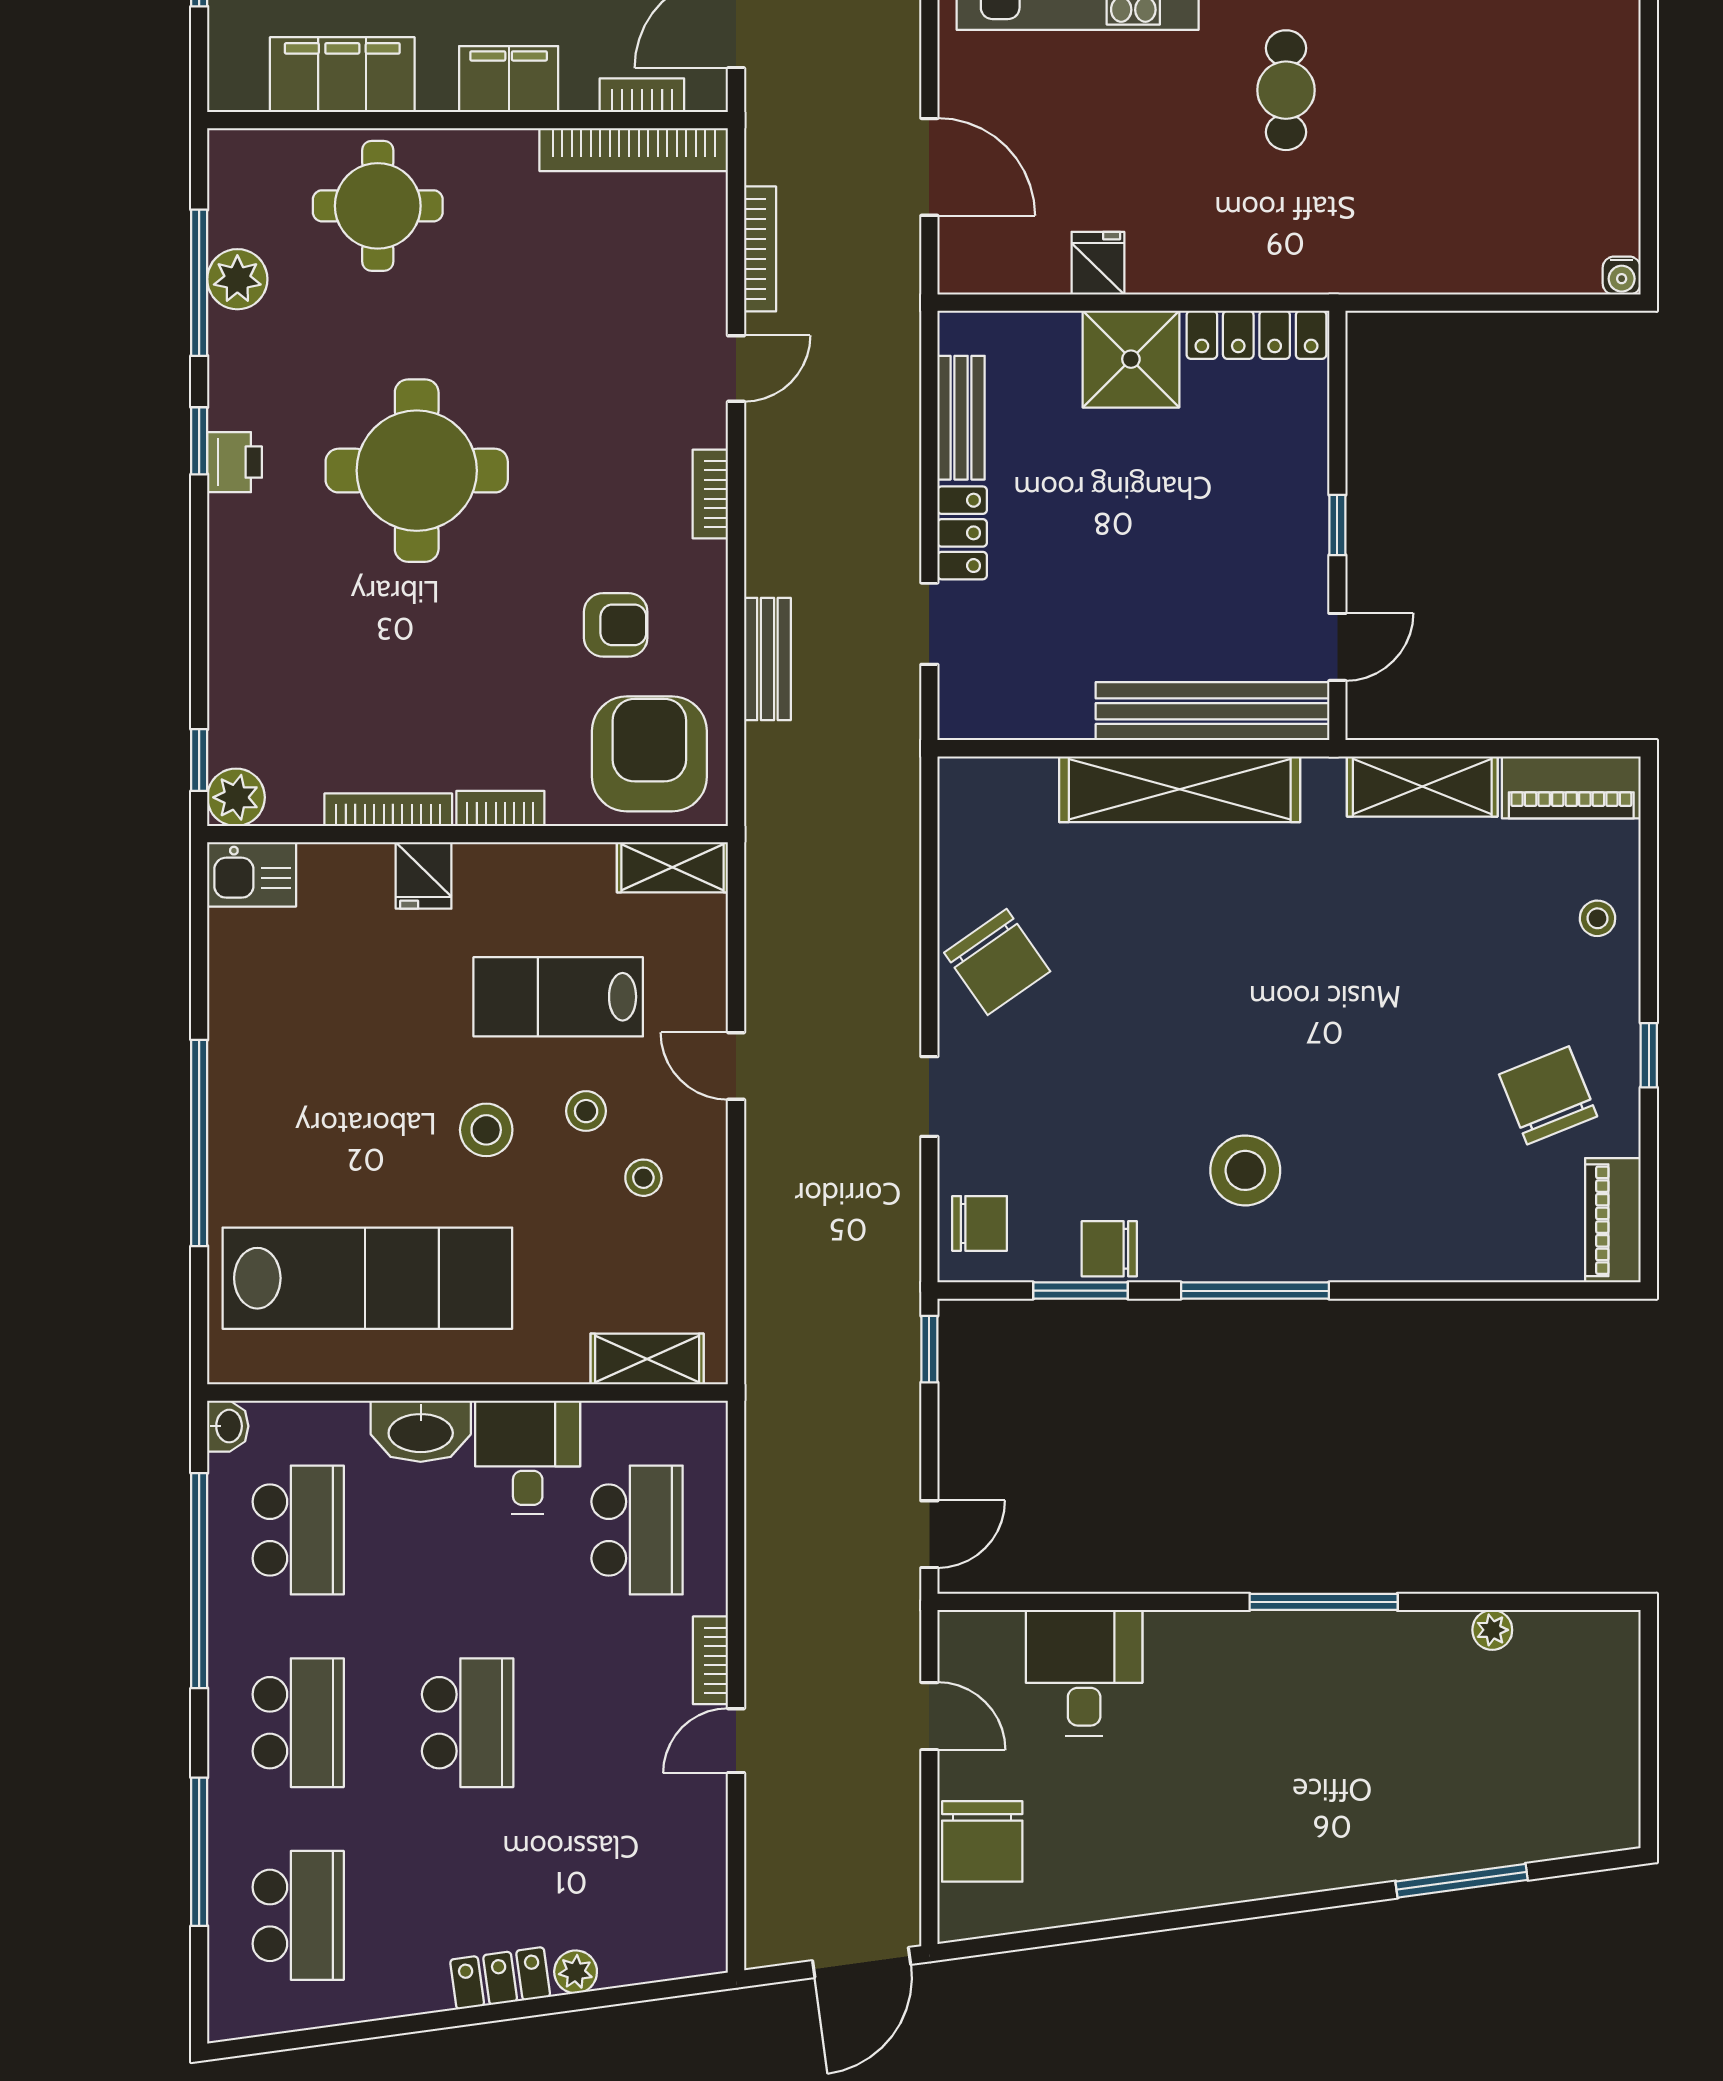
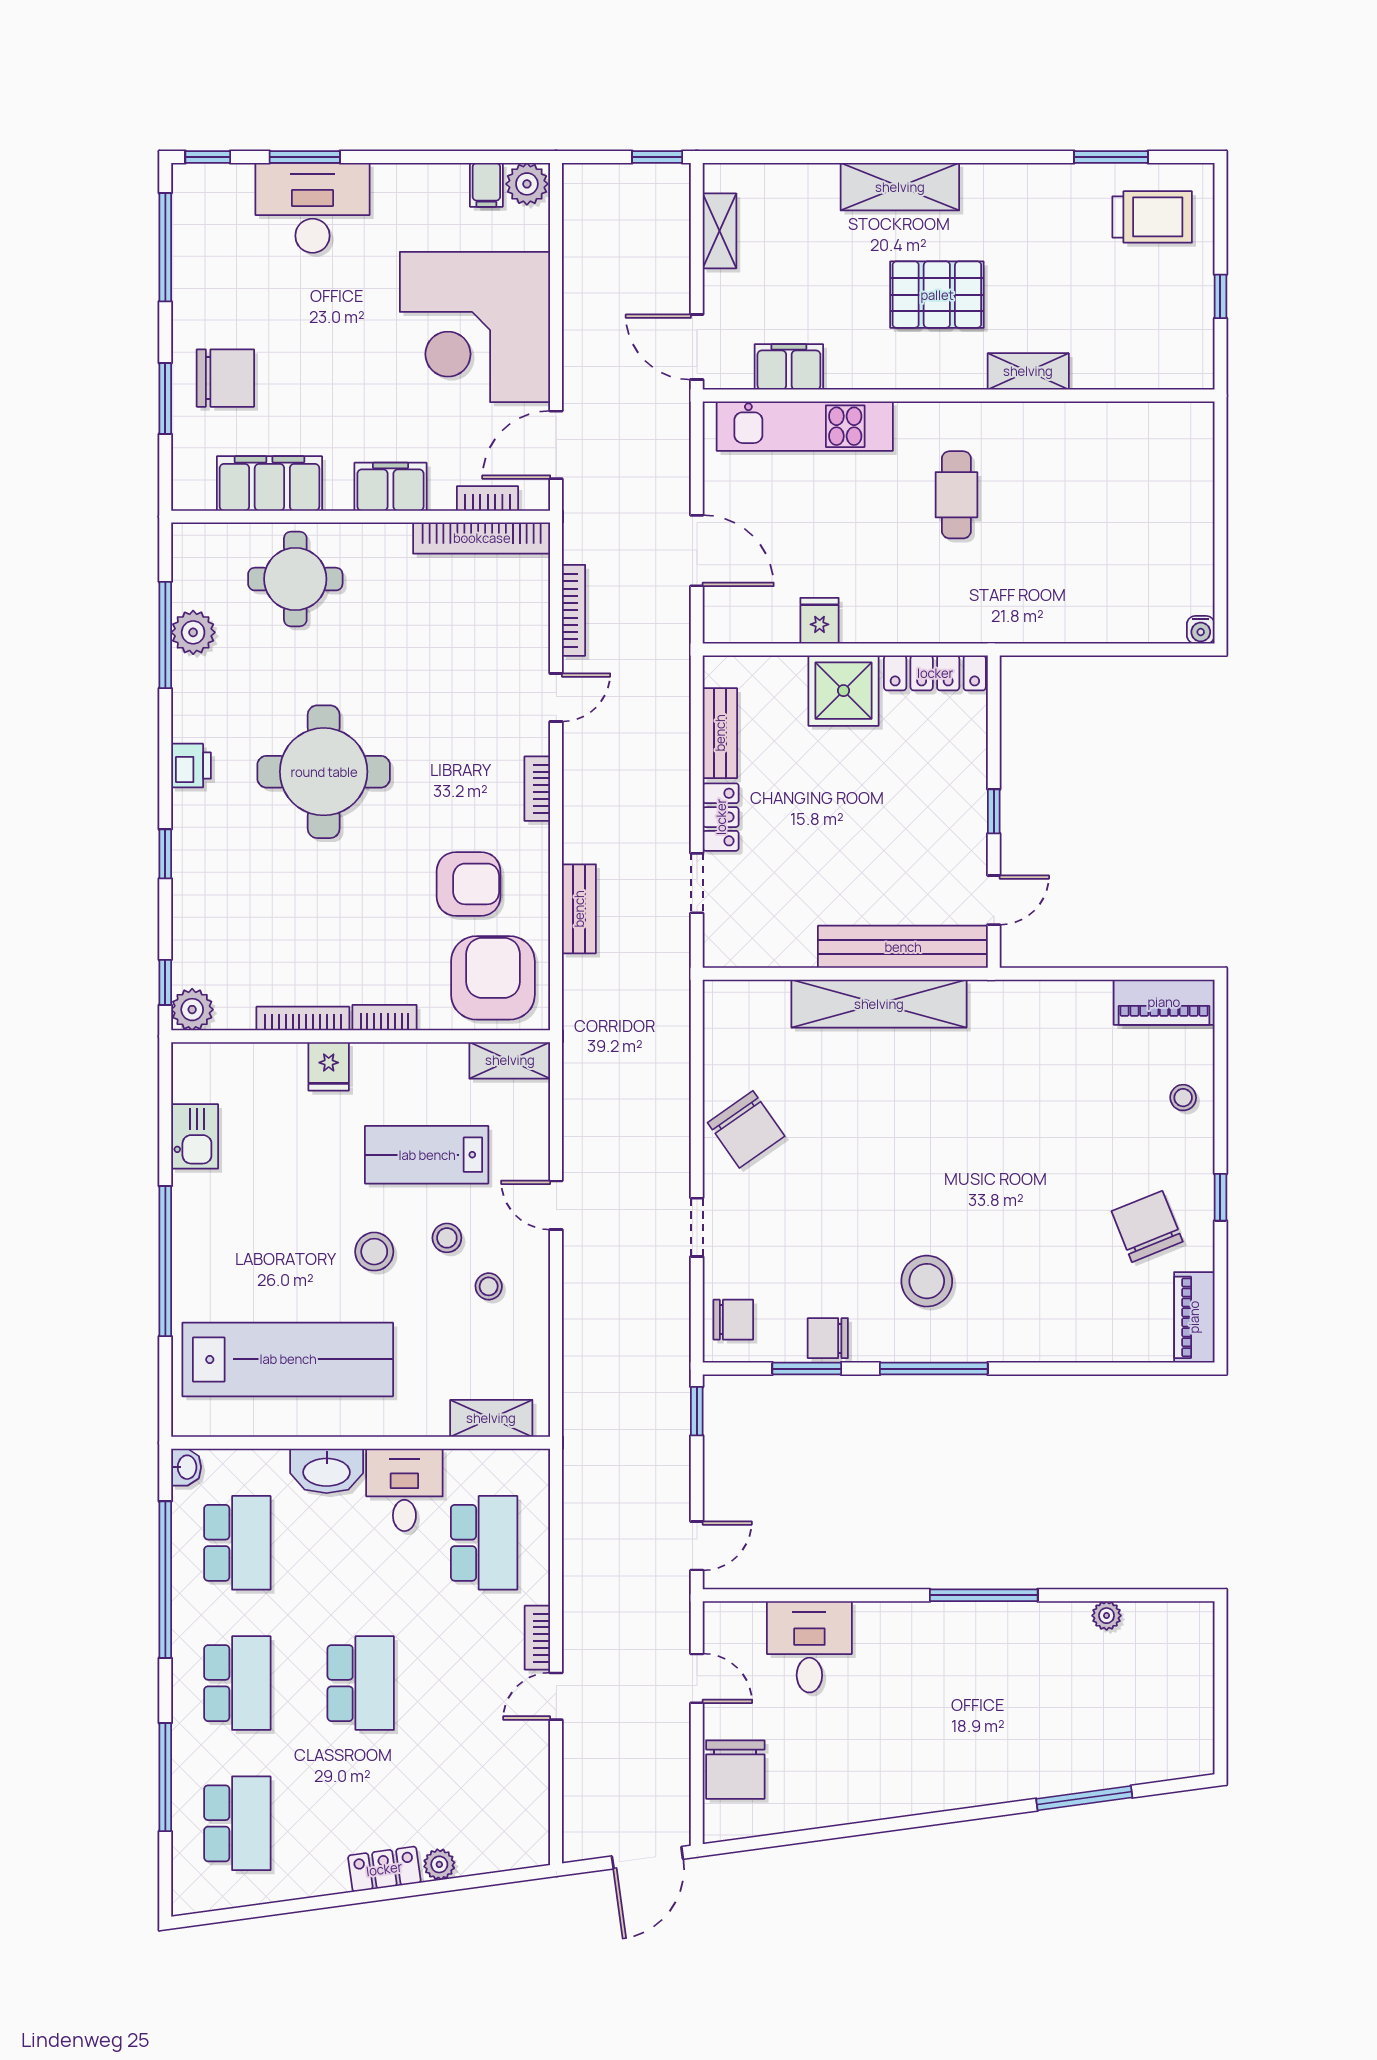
window: (199, 441) -> (165, 854), moved
armchair: (616, 625) -> (468, 884), width x1.38, depth x1.38
shelving: (1422, 786) -> (1056, 1002), removed
kitchen sink: (252, 874) -> (195, 1136), moved, turned -90

